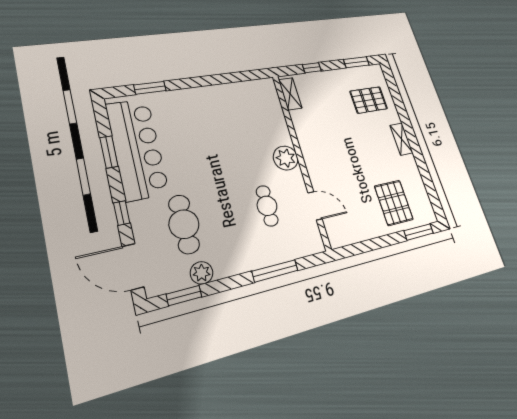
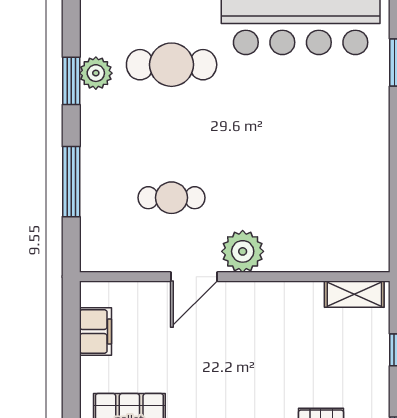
door: (315, 206) -> (194, 277), moved
filing cabinet: (356, 233) -> (95, 332), added
window: (184, 295) -> (71, 81), moved

